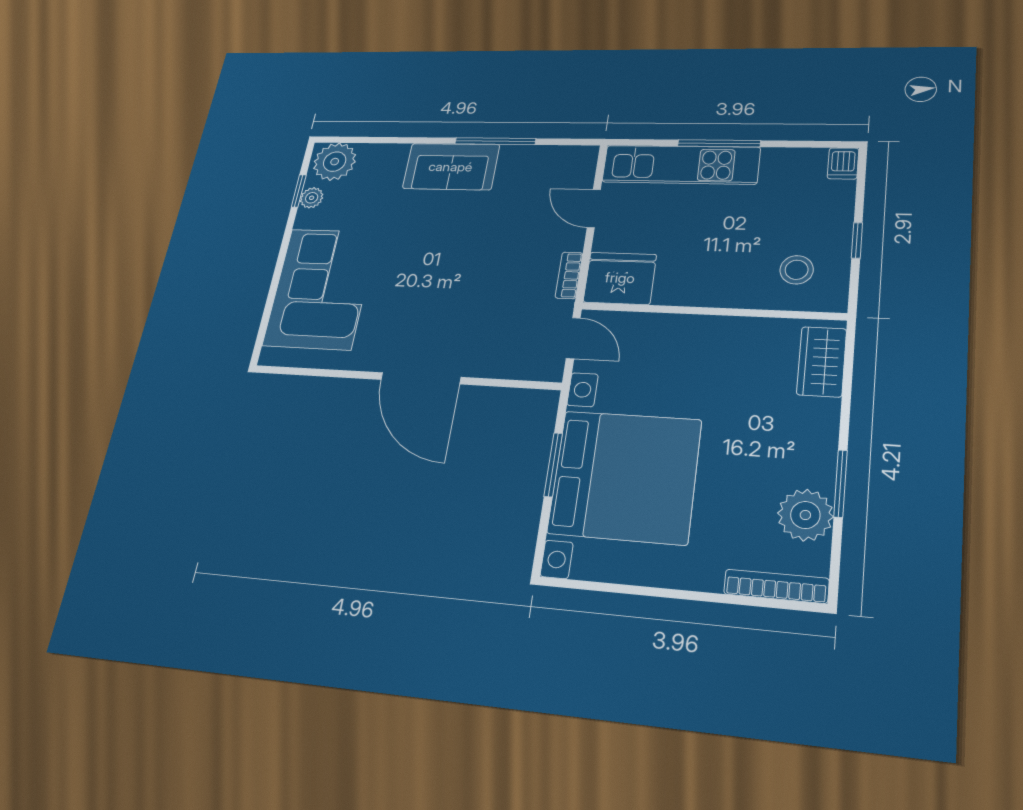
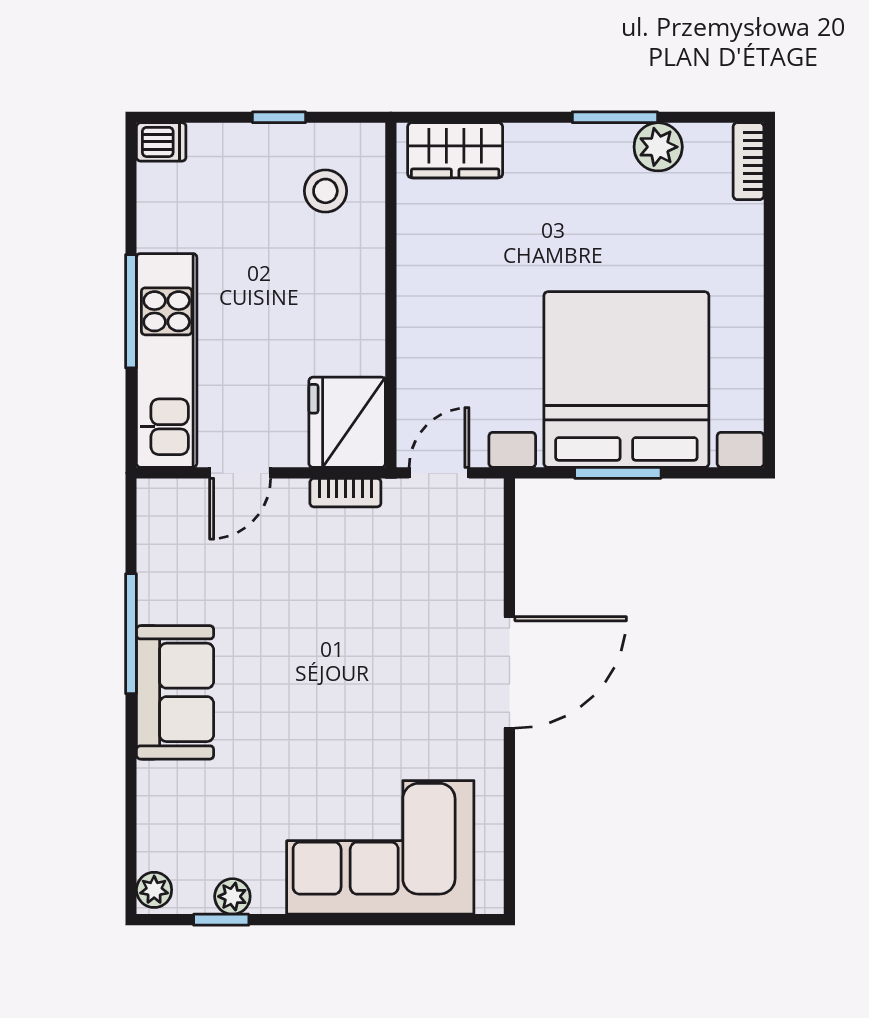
plant: (335, 162) -> (154, 890), width x0.53, depth x0.53
plant: (805, 515) -> (658, 147), width x0.73, depth x0.73
bookcase: (776, 586) -> (748, 161), width x0.64

